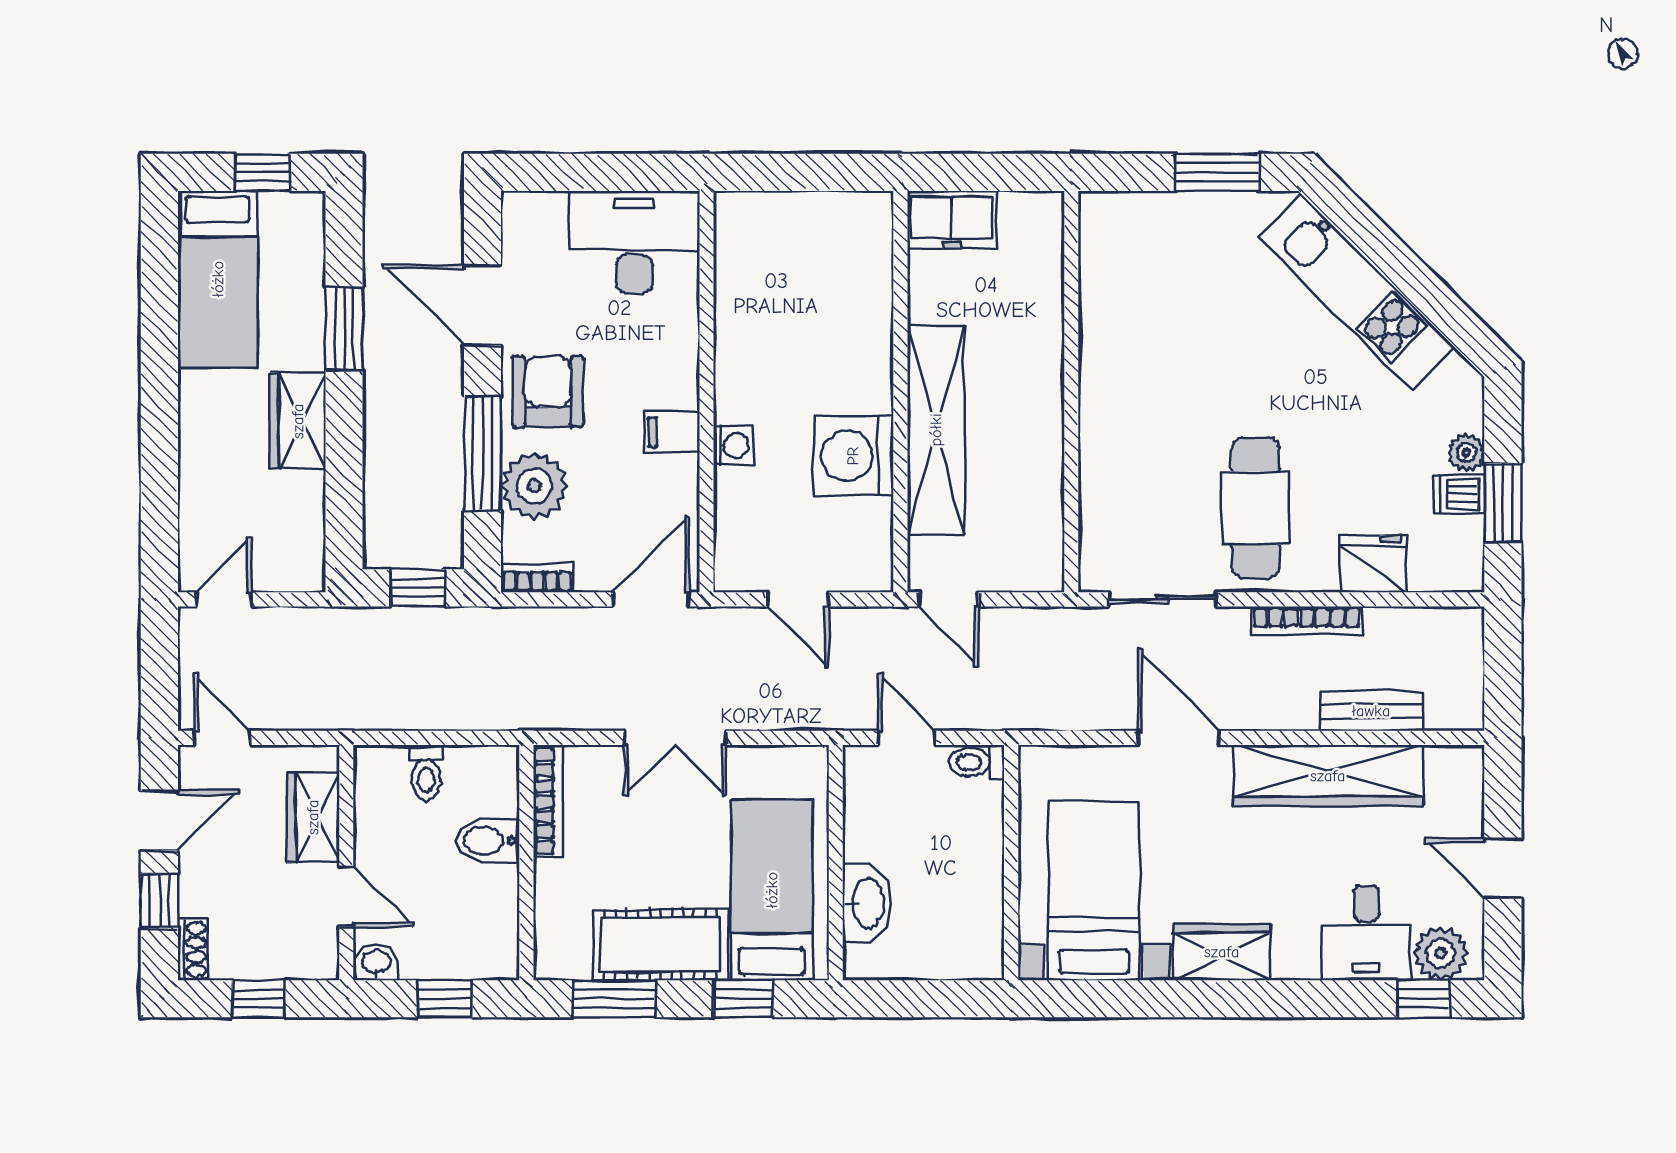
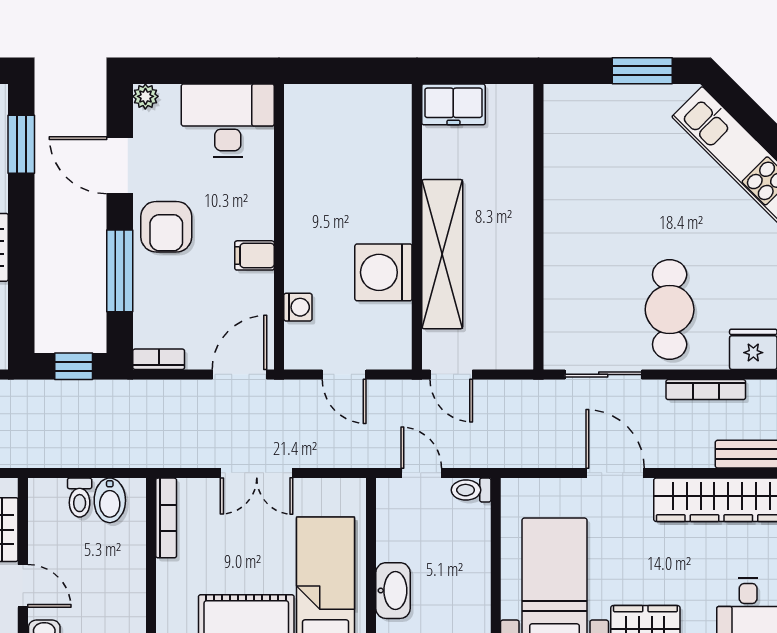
window: (344, 329) -> (21, 144), moved
armchair: (548, 392) -> (166, 227), turned 180
washing machine: (733, 446) -> (298, 307), moved
plant: (534, 486) -> (145, 96), moved, width x0.53, depth x0.53
bidet: (488, 841) -> (110, 500), moved, turned -90

